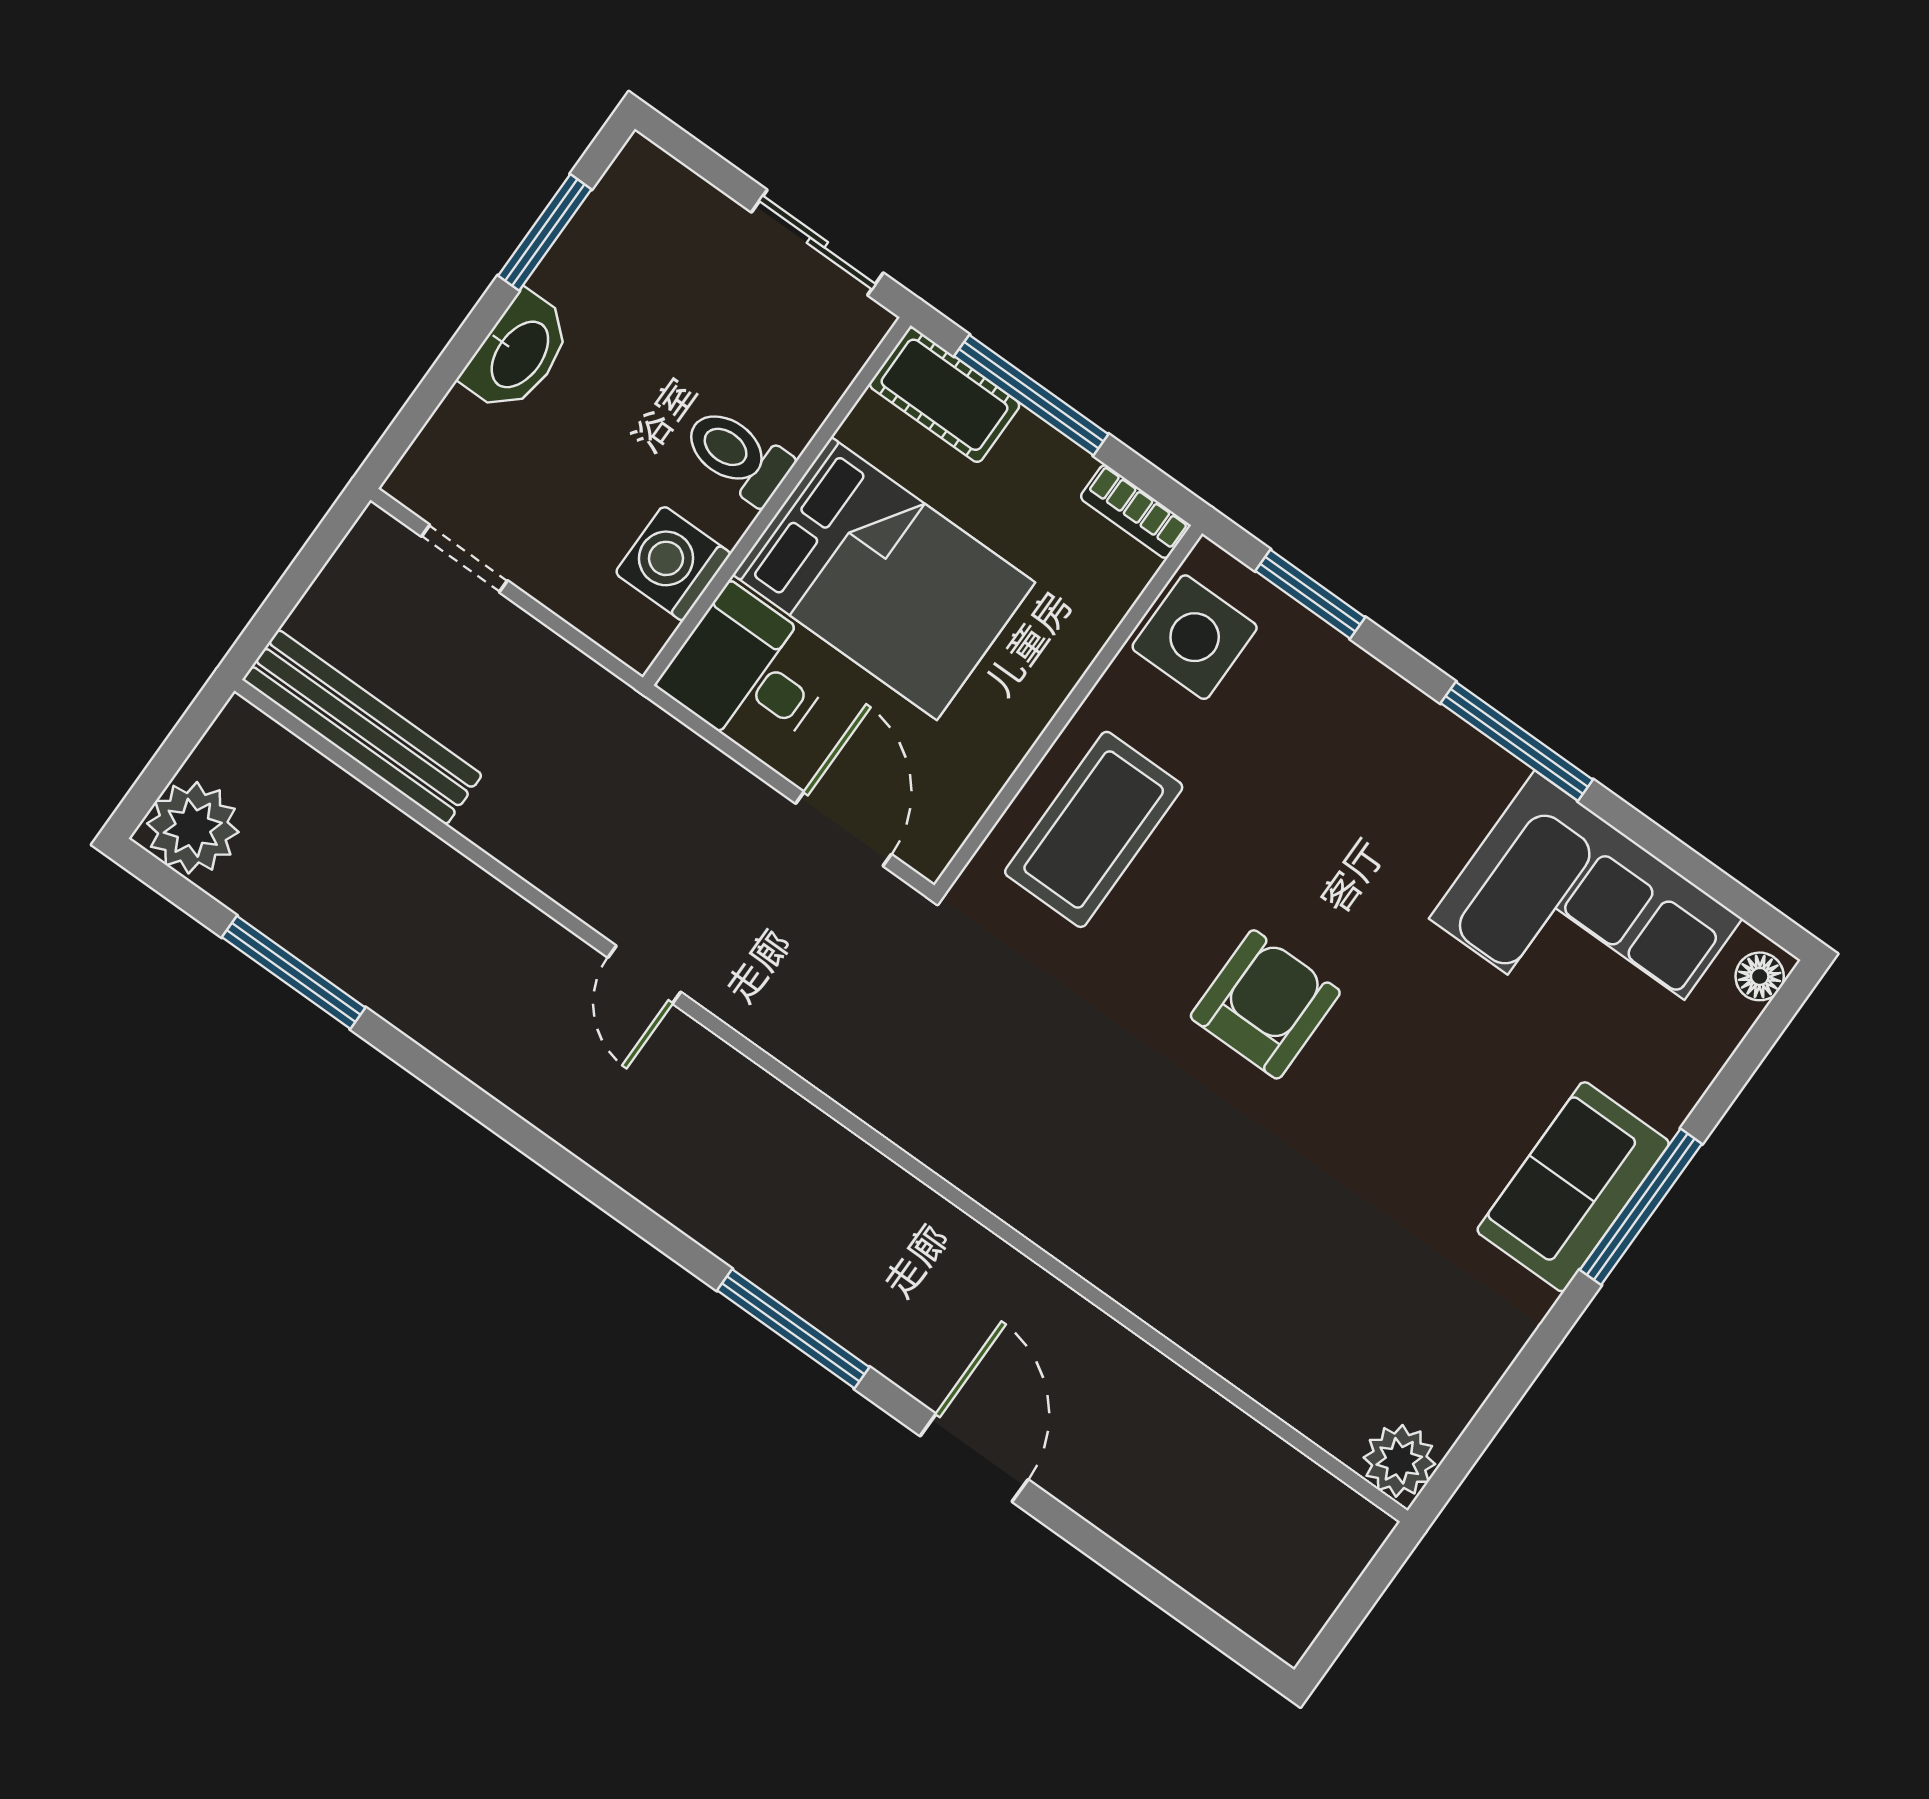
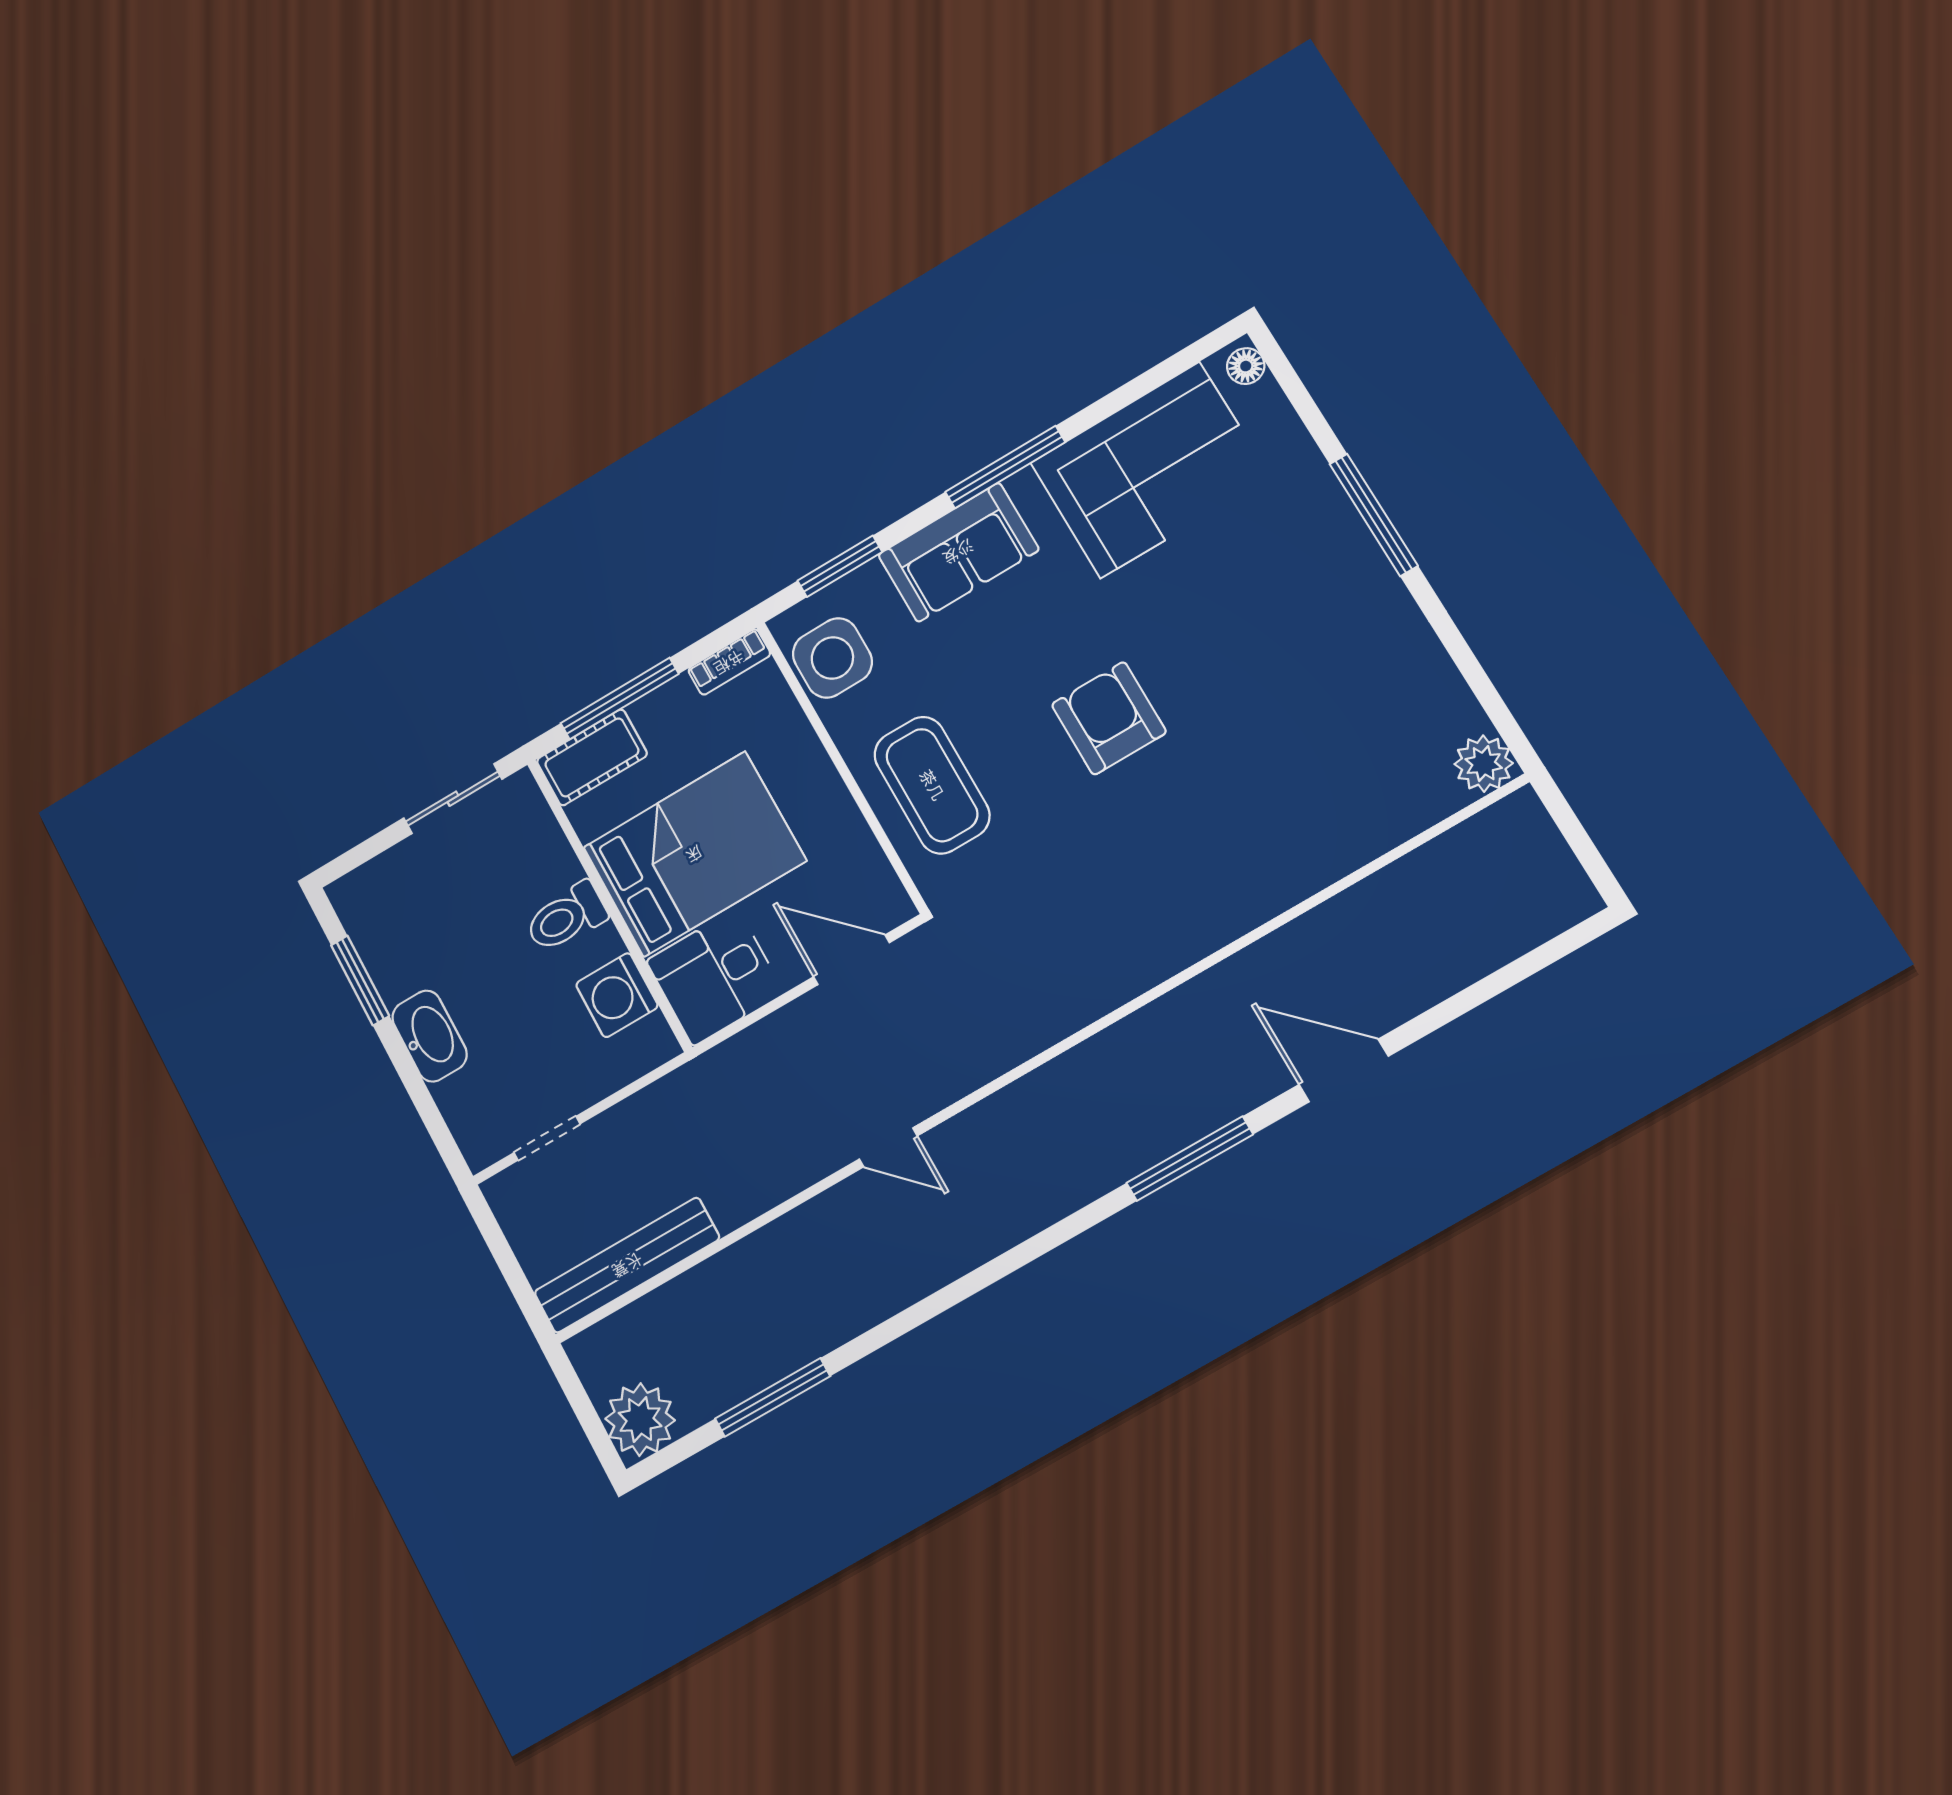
sofa: (1573, 1187) -> (958, 552), moved, turned -90

